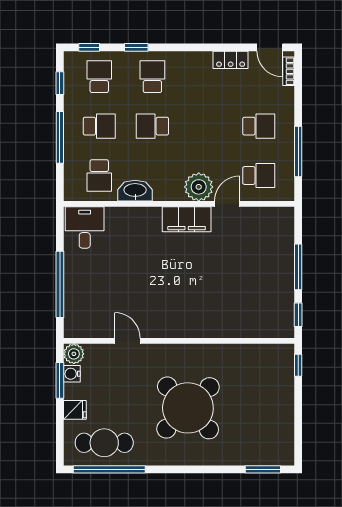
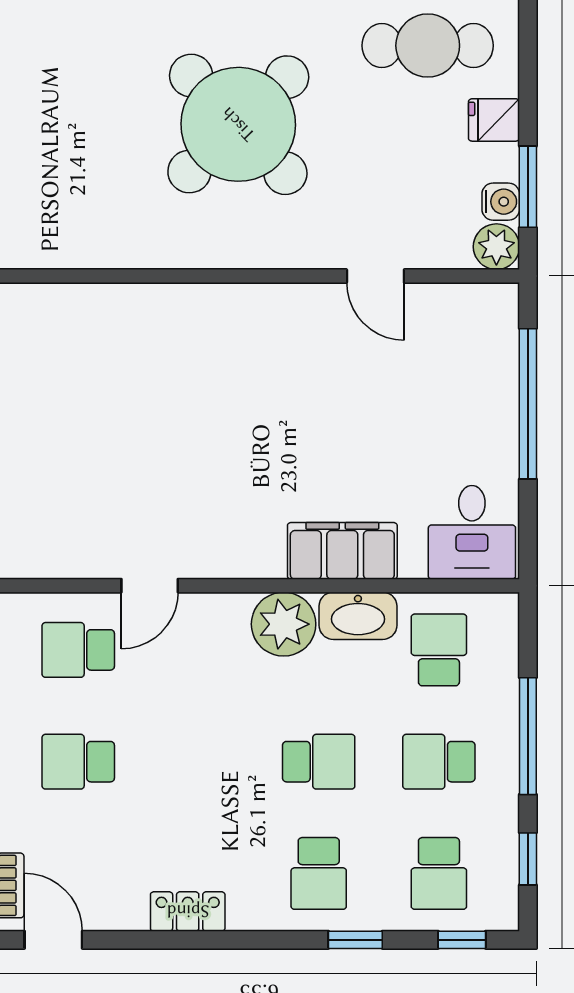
locker: (231, 60) -> (188, 911), moved
plant: (199, 187) -> (284, 624), moved
filing cabinet: (187, 219) -> (342, 551), moved

